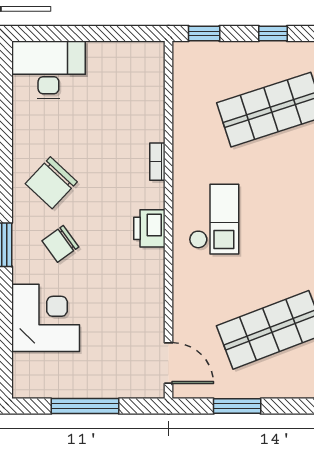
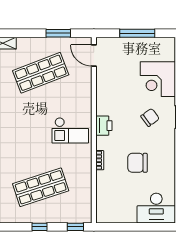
chair: (51, 183) -> (137, 163), moved, turned -133
checkout: (214, 219) -> (70, 130), turned -90

